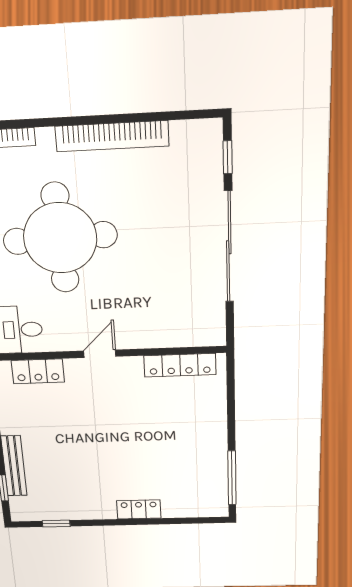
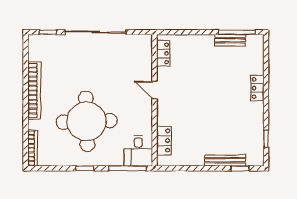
door: (100, 354) -> (155, 90), moved
locker: (180, 365) -> (163, 53), width x0.66
bench: (218, 468) -> (230, 40), added

